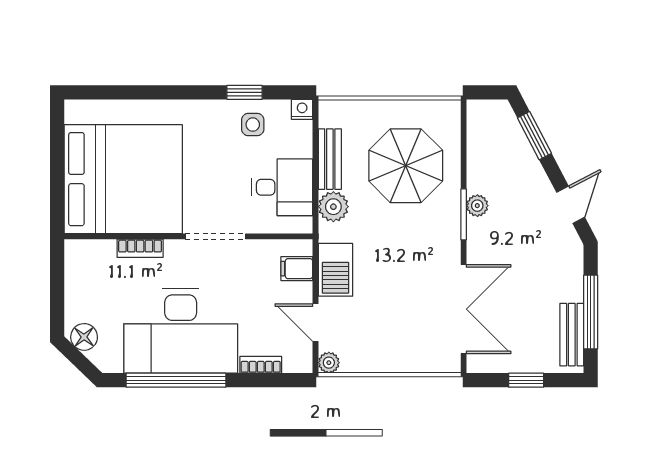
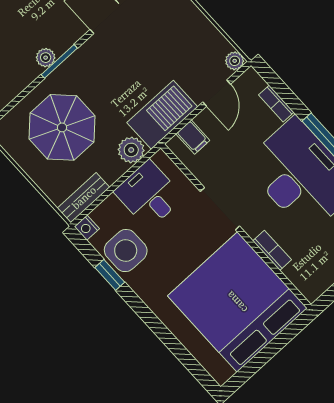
side table: (253, 125) -> (126, 251), width x1.87, depth x1.87
bench: (330, 159) -> (84, 198), moved
barbecue: (335, 270) -> (162, 115), width x1.37, depth x1.21

